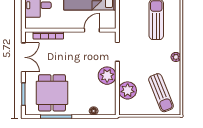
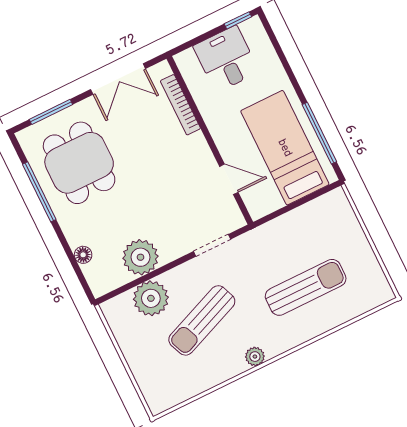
plant: (107, 76) -> (140, 257), moved
dining table: (52, 93) -> (79, 163), turned 90
sun lounger: (161, 93) -> (202, 320), moved

